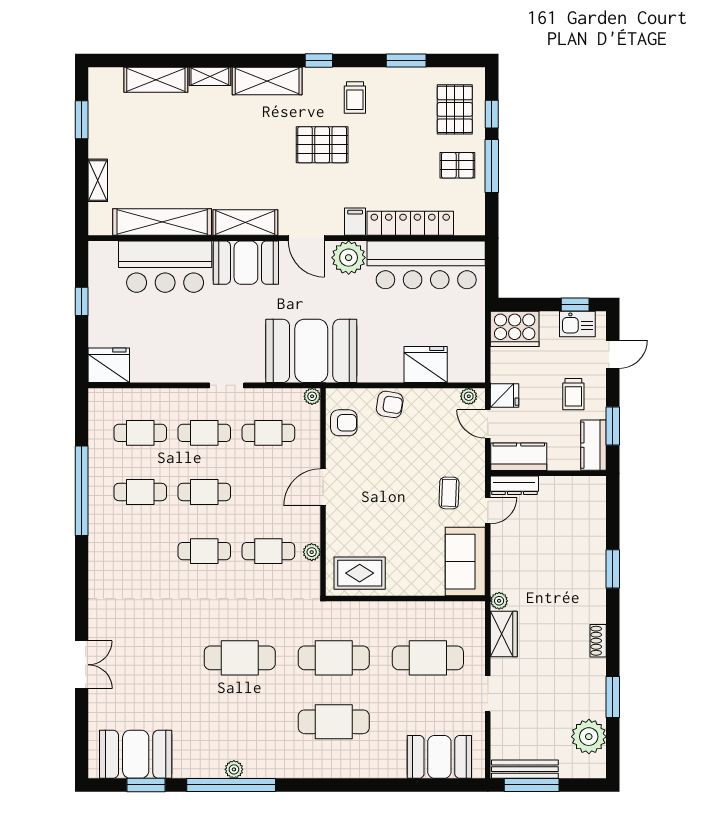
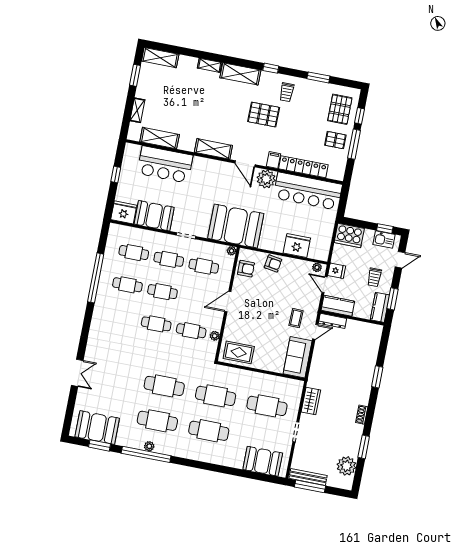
shelving: (156, 80) -> (160, 58), moved
shelving: (162, 222) -> (160, 138), width x0.68
booth: (246, 263) -> (154, 216), moved
plant: (499, 601) -> (312, 382), removed
cafe table: (240, 722) -> (157, 421), added

